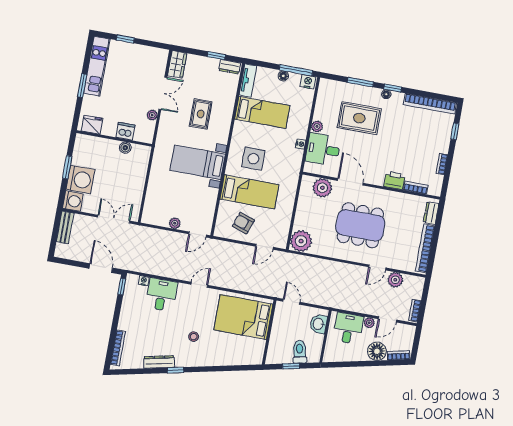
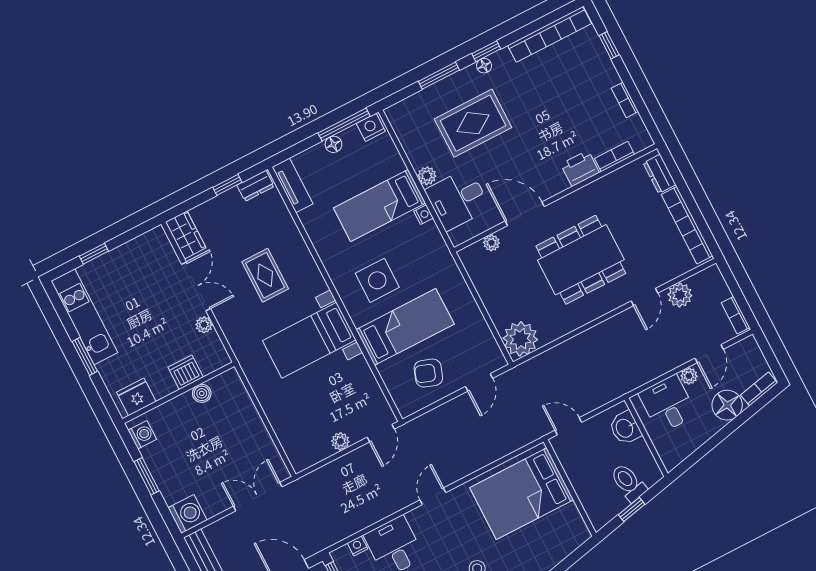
bed: (262, 112) -> (379, 205), moved, turned 180
washing machine: (80, 180) -> (142, 435), moved, width x0.53, depth x0.53
plant: (322, 188) -> (491, 243), width x0.53, depth x0.53

